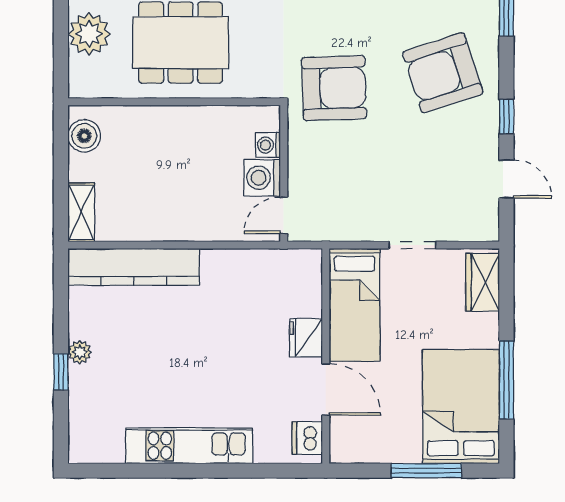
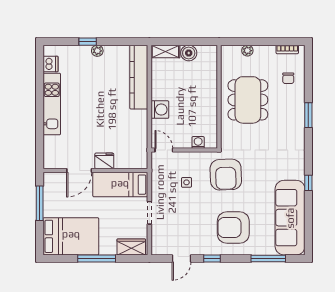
plant: (89, 34) -> (247, 51), width x0.53, depth x0.53
armchair: (443, 73) -> (233, 228), turned -72
boiler: (84, 136) -> (189, 53), moved
side table: (350, 169) -> (186, 182), added
washing machine: (262, 178) -> (160, 110), moved, turned 90
window: (506, 380) -> (97, 258), moved
dishwasher: (307, 438) -> (50, 64), moved, turned 90
window: (426, 471) -> (40, 203), moved

